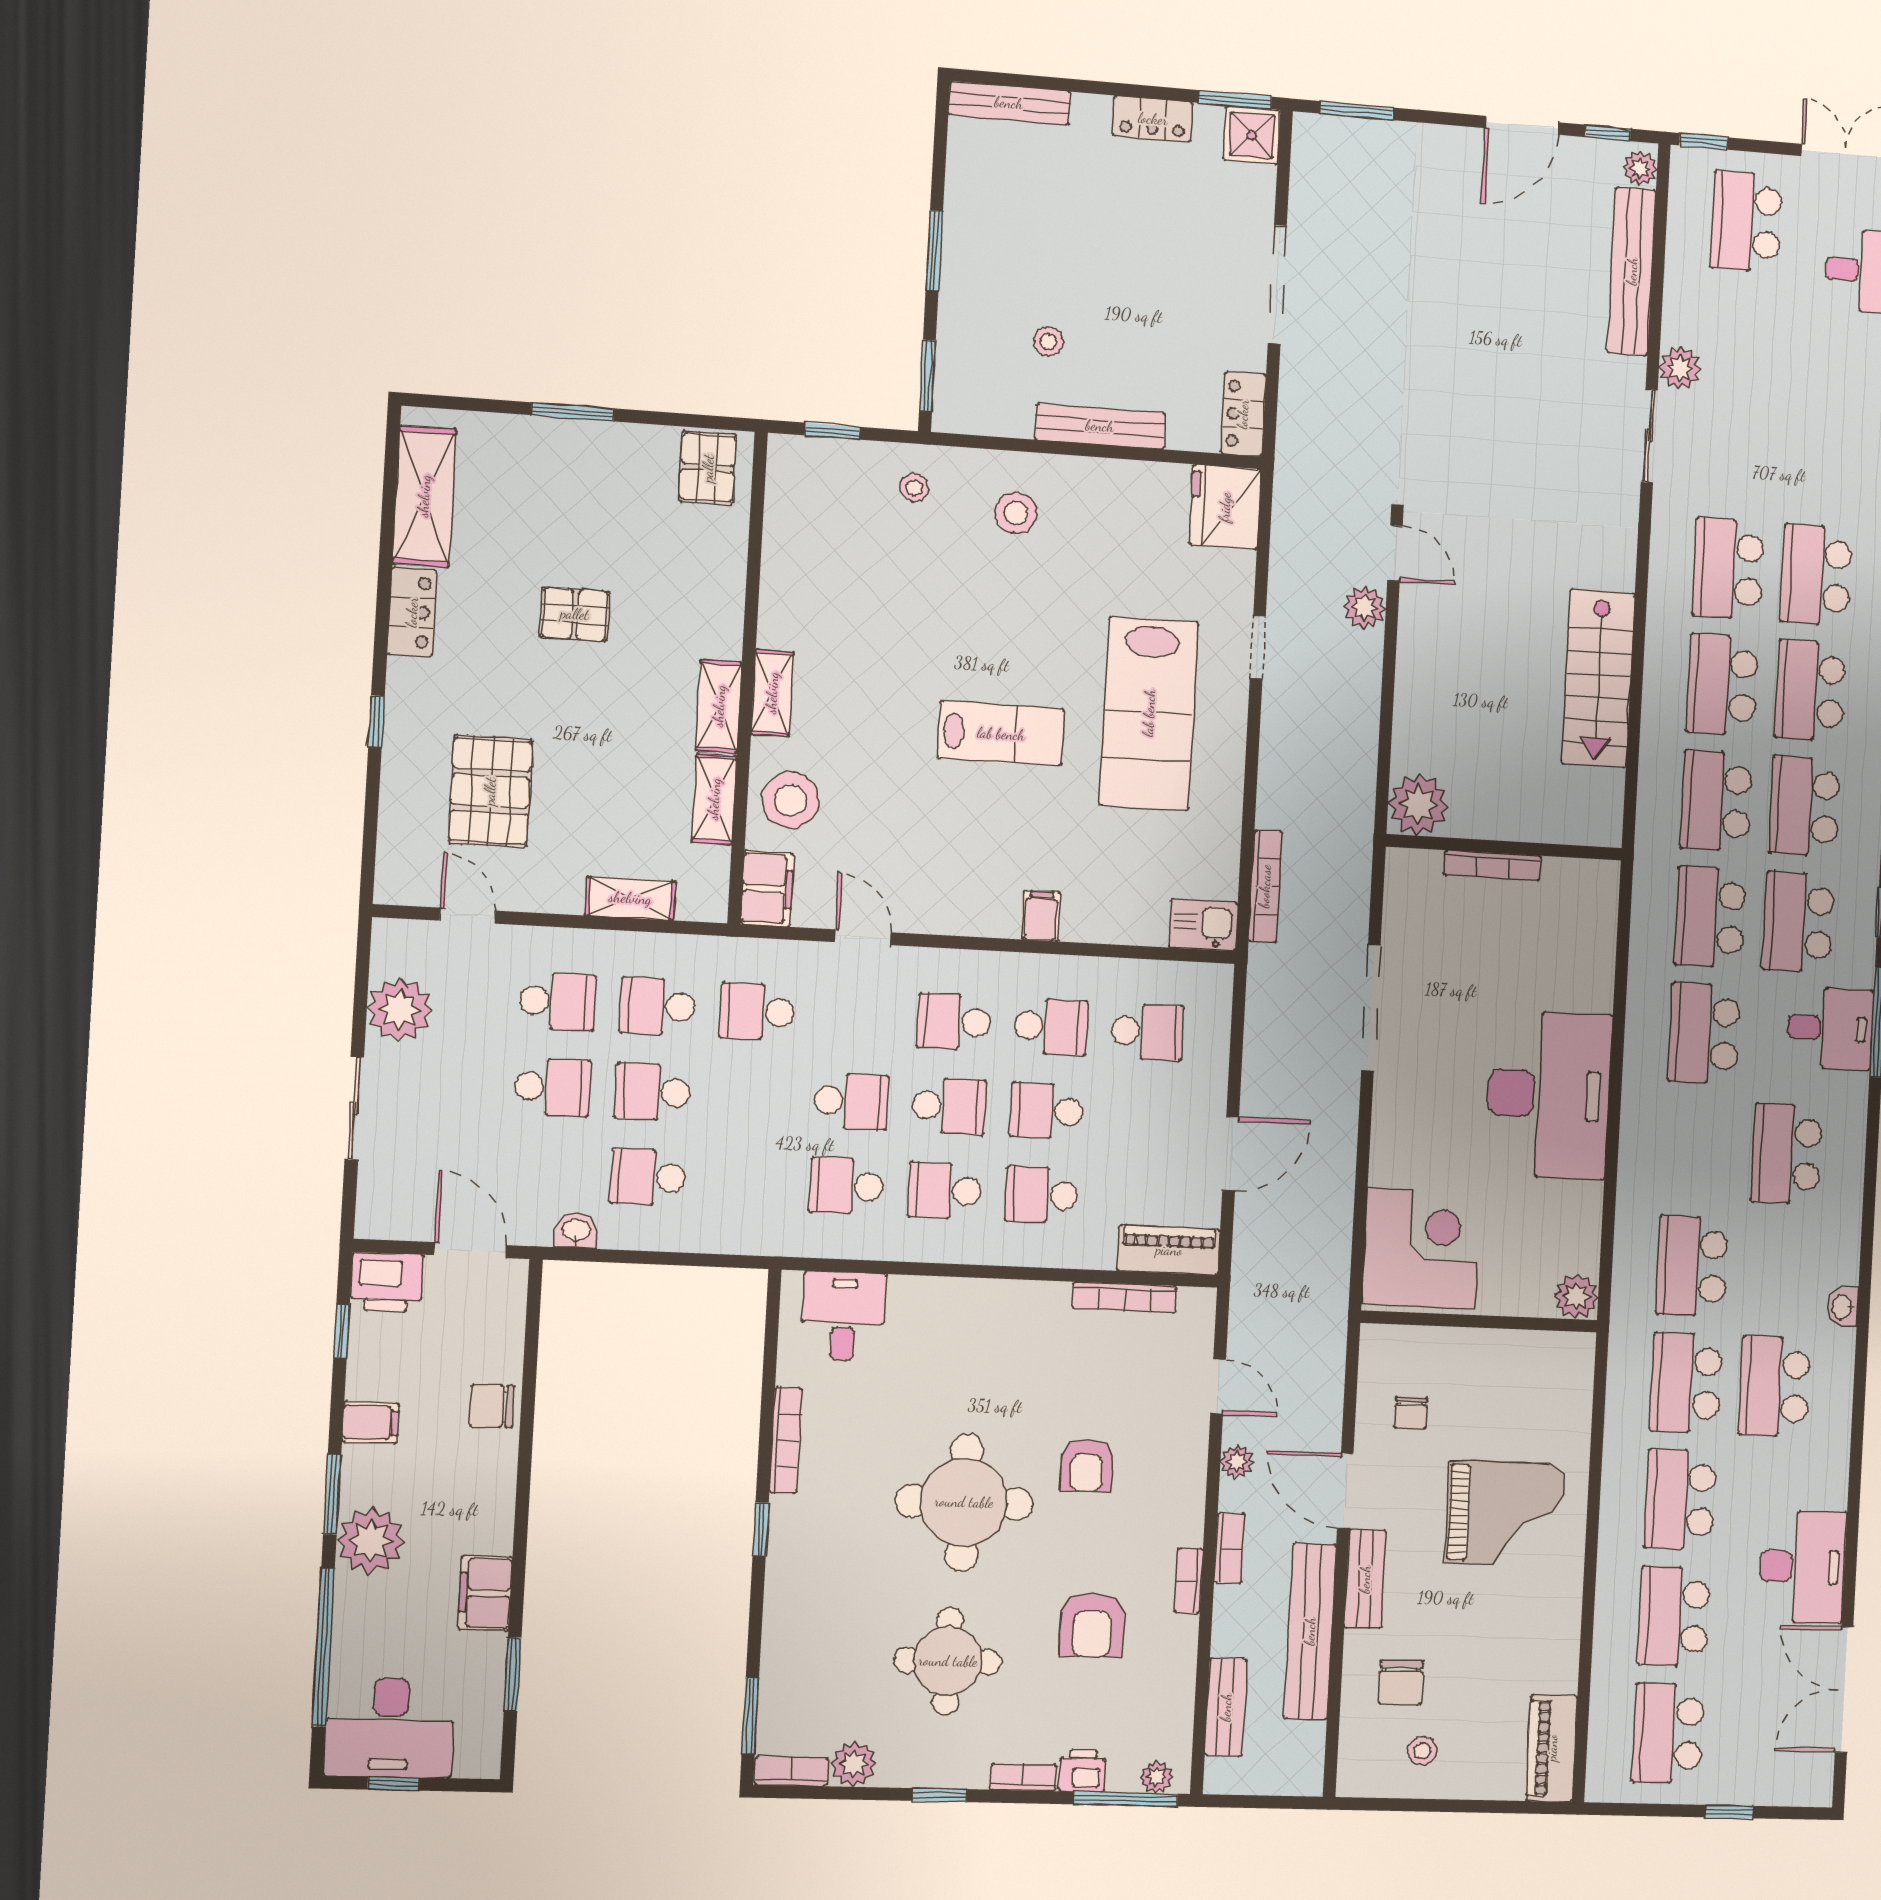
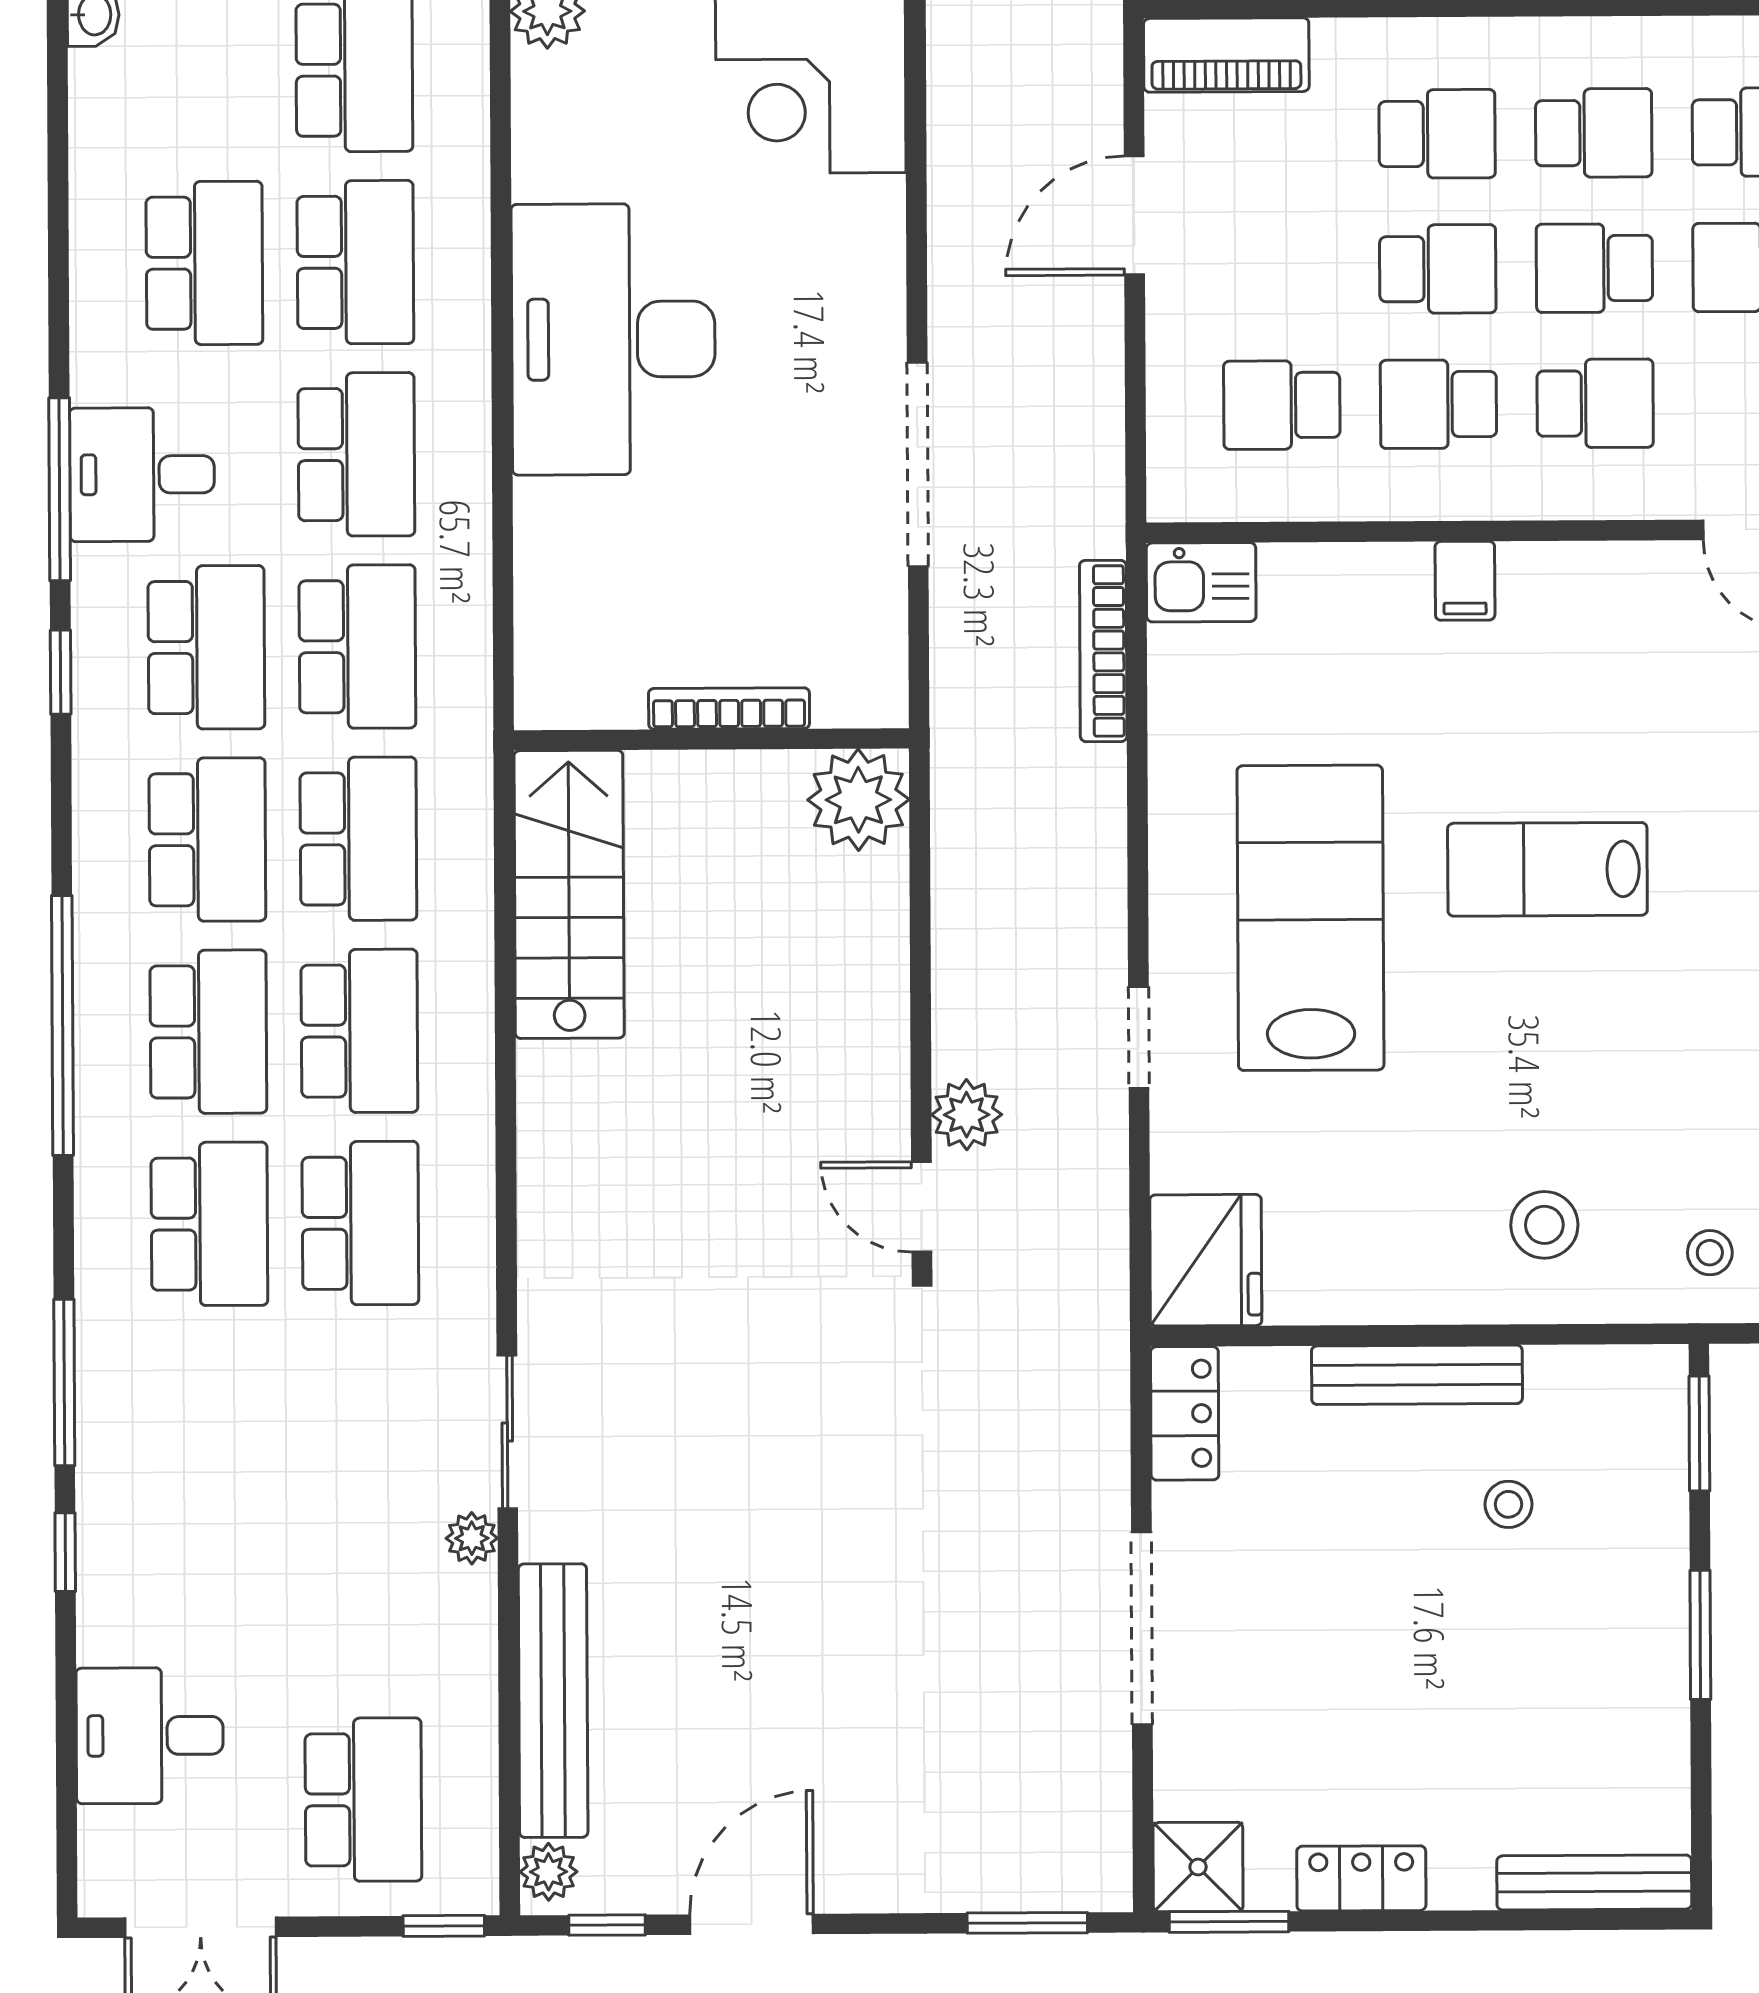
plant: (1680, 368) -> (472, 1538), width x0.73, depth x0.73
stairs: (1598, 679) -> (569, 894), moved
school desk: (1698, 1150) -> (355, 262), added

